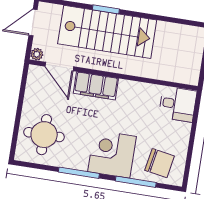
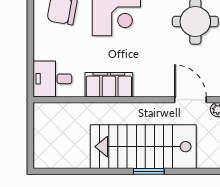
filing cabinet: (96, 86) -> (109, 85), moved

